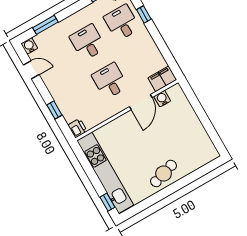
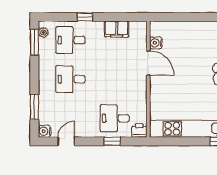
window: (144, 14) -> (85, 17), moved
filing cabinet: (162, 79) -> (117, 29), moved, turned -90
desk: (110, 81) -> (115, 118), moved

